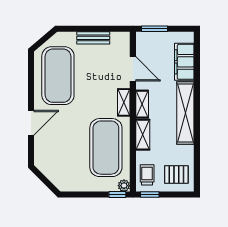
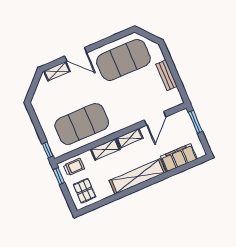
shelving: (124, 102) -> (57, 71), moved
plant: (124, 186) -> (57, 152), removed

